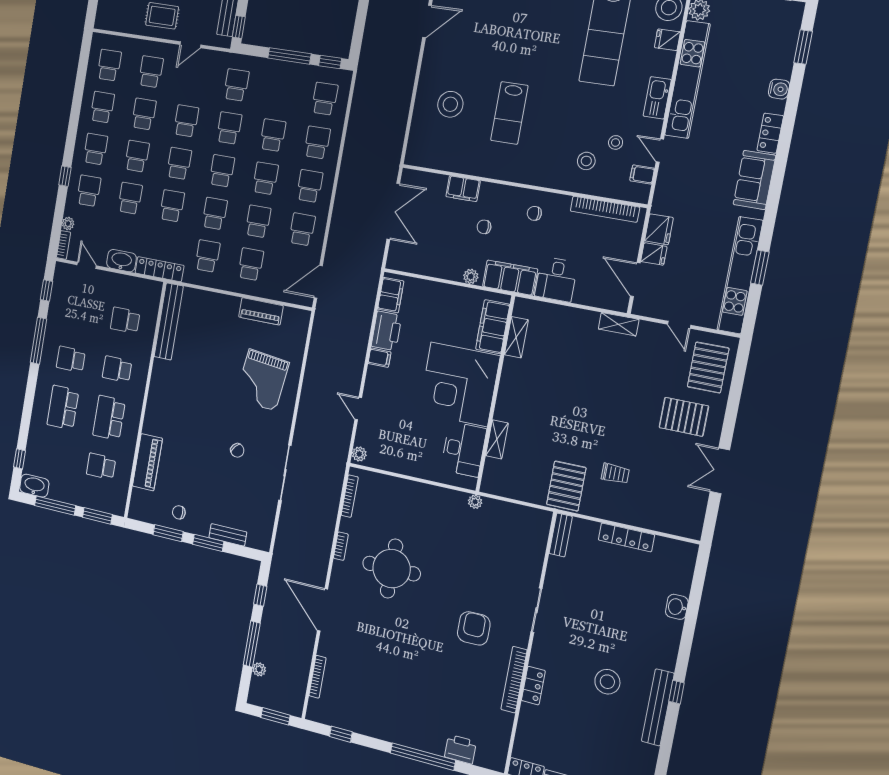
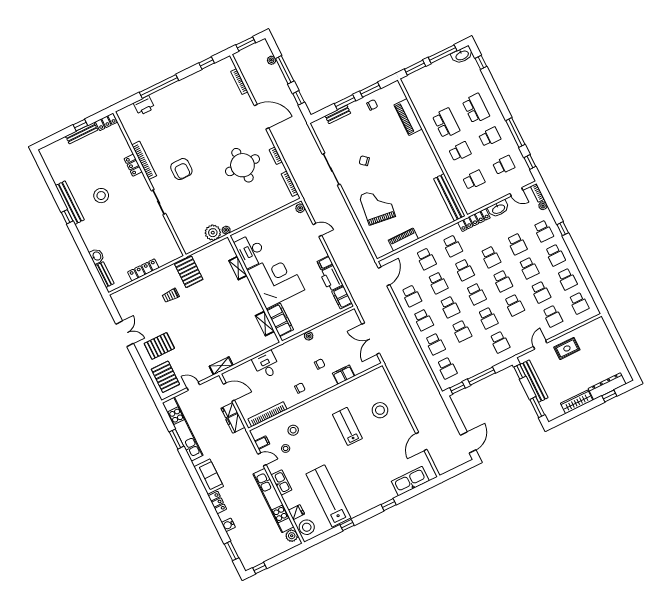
filing cabinet: (510, 278) -> (289, 349), removed
school desk: (101, 466) -> (504, 165), moved
plant: (495, 512) -> (213, 233), added
bench: (561, 535) -> (104, 275), moved

